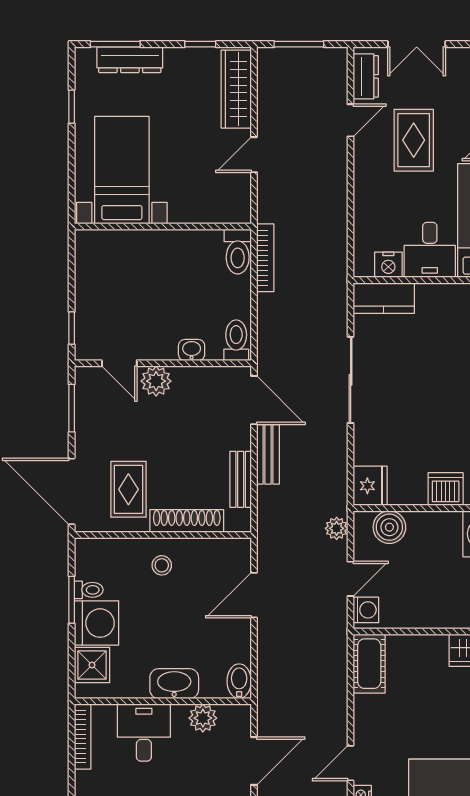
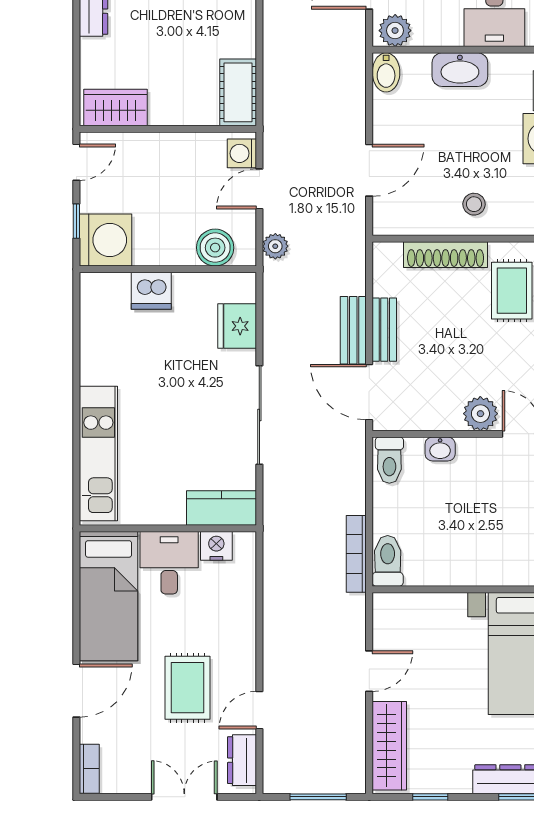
bench: (241, 479) -> (384, 330), moved
fridge: (370, 486) -> (237, 326), moved
plant: (203, 718) -> (395, 31), moved

